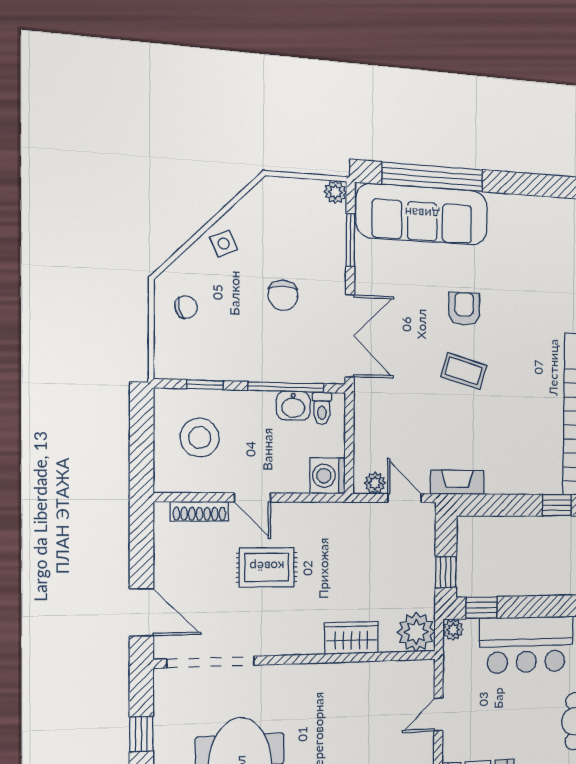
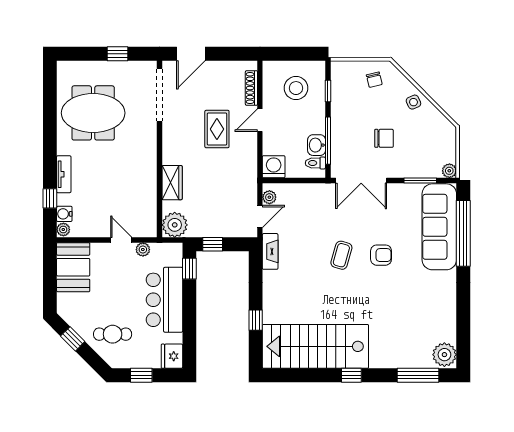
chair: (283, 295) -> (384, 138), turned 180
plant: (453, 630) -> (143, 250), moved

